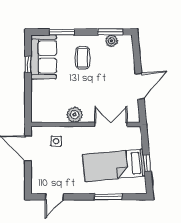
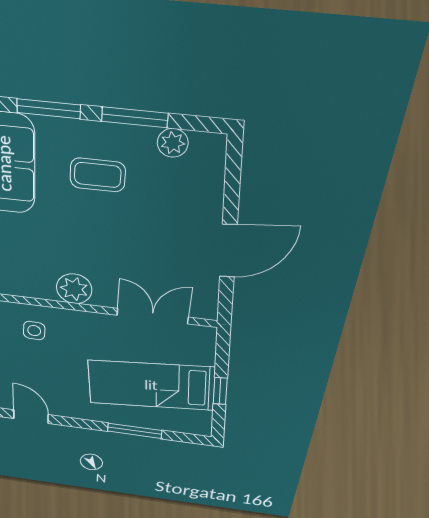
window: (110, 32) -> (135, 117), moved
coffee table: (83, 58) -> (98, 175), turned 90
door: (54, 197) -> (31, 417), swing flipped

